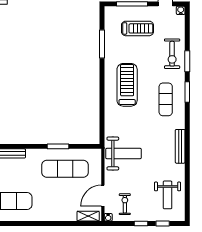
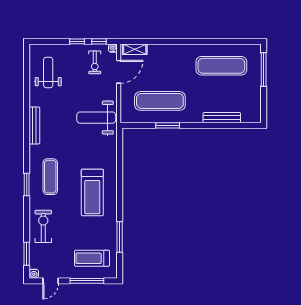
treadmill: (137, 28) -> (92, 258), moved
window: (187, 61) -> (27, 254), moved
window: (163, 223) -> (99, 41), moved

